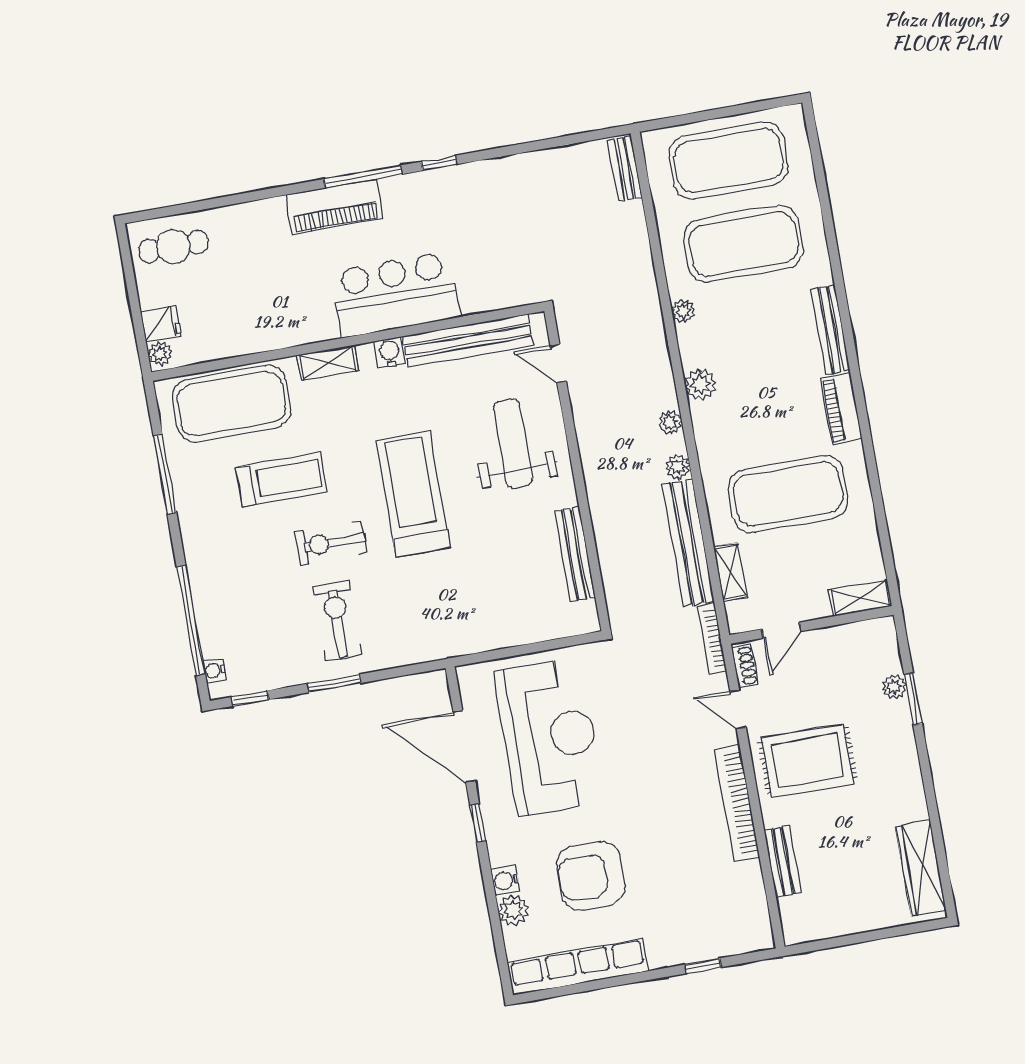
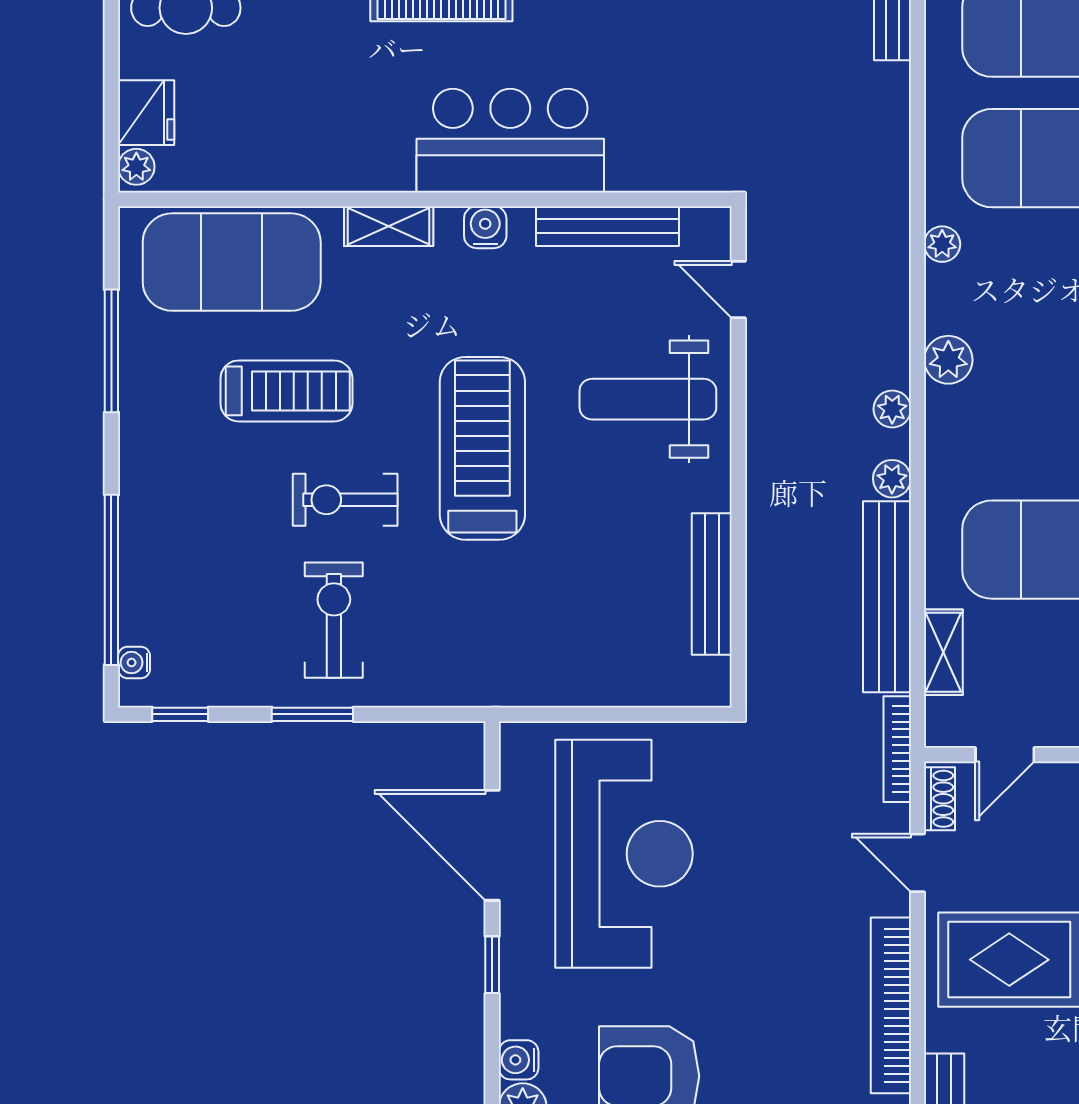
fridge: (161, 324) -> (146, 113), width x1.38
bench: (468, 341) -> (608, 226), width x0.73, depth x0.82
weight bench: (513, 444) -> (648, 399), turned -90

